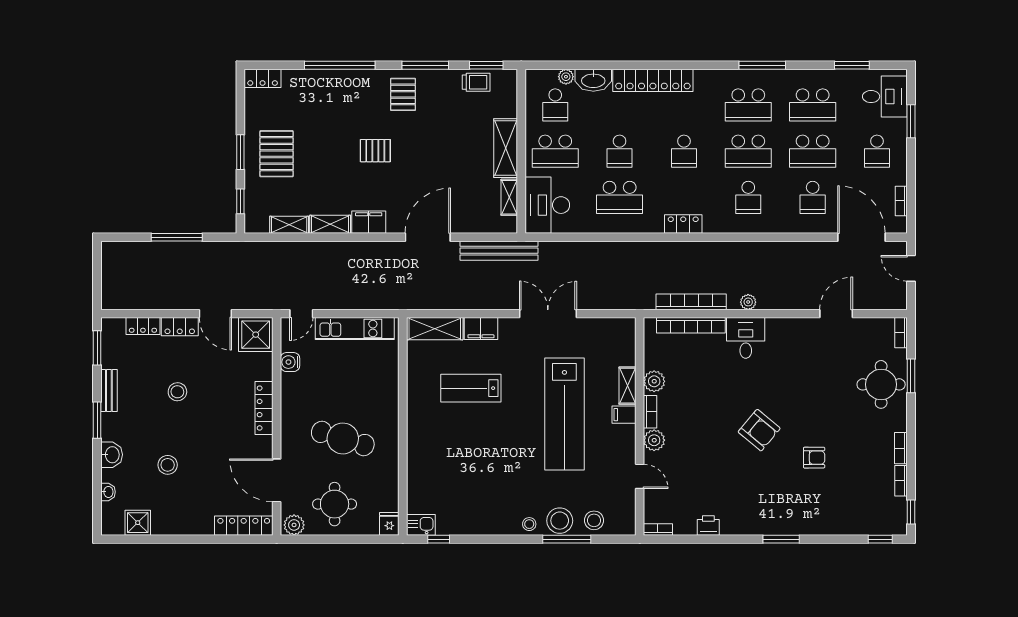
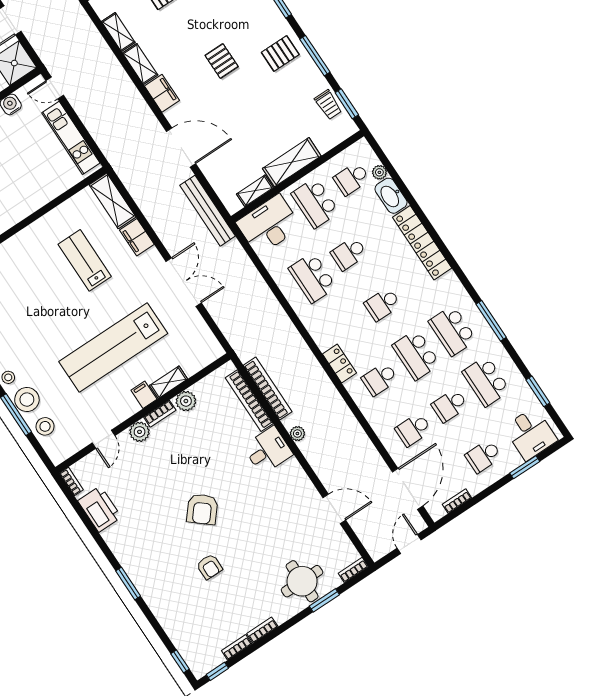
school desk: (813, 151) -> (450, 405), width x0.54
locker: (683, 224) -> (339, 363), moved
printer: (708, 525) -> (100, 509), width x1.87, depth x1.48

